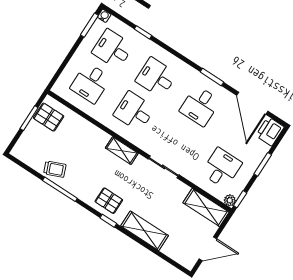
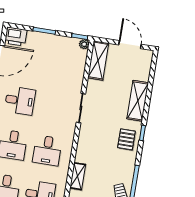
shelving: (122, 151) -> (78, 176), moved
desk: (222, 168) -> (62, 62), removed

